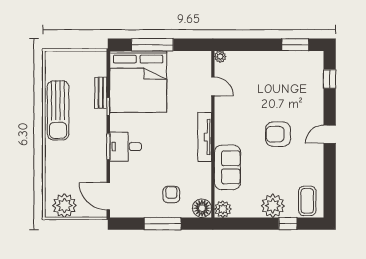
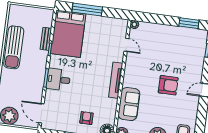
bed: (138, 82) -> (68, 34), width x0.73
armchair: (278, 134) -> (168, 85), turned 180

